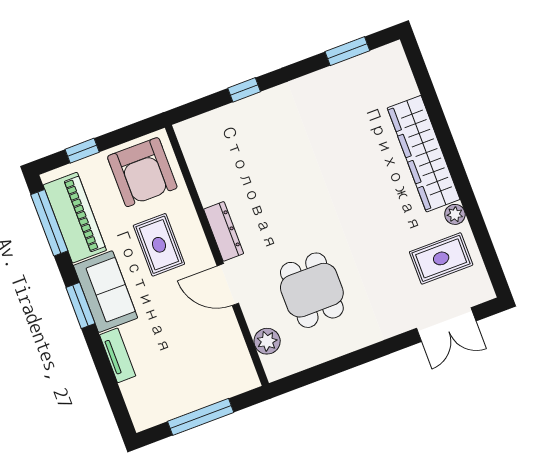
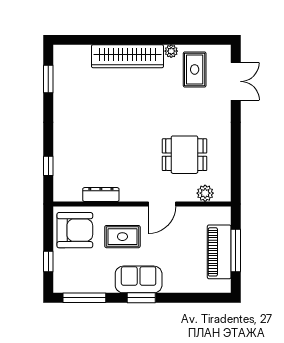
window: (244, 90) -> (48, 166), moved
piano: (75, 218) -> (219, 252), moved, turned -90
dresser: (224, 231) -> (101, 195), moved
tv unit: (118, 355) -> (180, 287), removed

